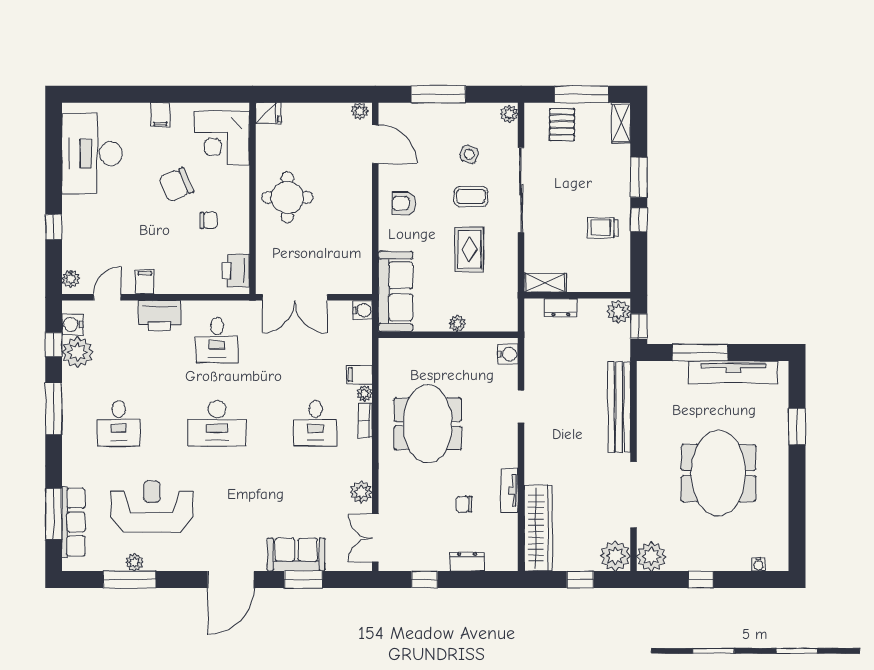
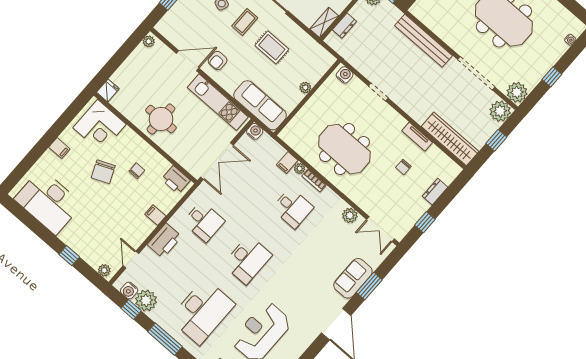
door: (375, 144) -> (188, 61), moved
kitchen unit: (359, 243) -> (218, 102), added
filing cabinet: (145, 282) -> (155, 215), moved
desk: (119, 423) -> (202, 311), width x1.87, depth x1.30

